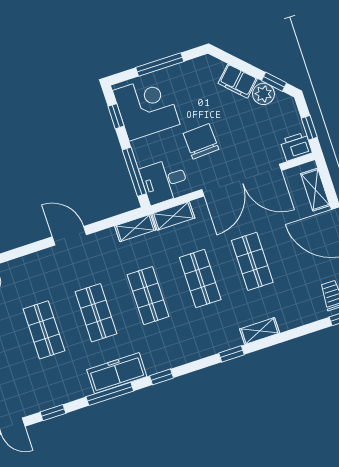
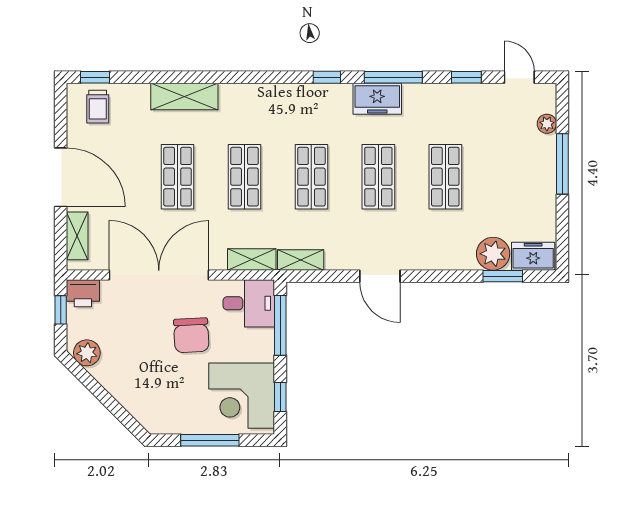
filing cabinet: (238, 81) -> (126, 391), removed
window: (274, 82) -> (84, 377), removed
plant: (263, 94) -> (87, 353), moved
shelving: (260, 331) -> (184, 96), width x1.50, depth x1.33
window: (231, 354) -> (237, 77), removed
freezer: (117, 373) -> (377, 99), width x0.71

